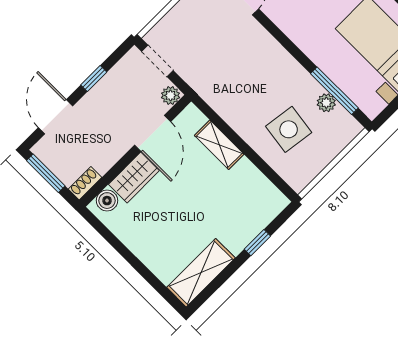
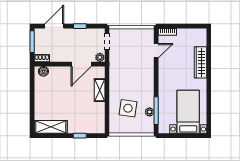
wardrobe: (134, 177) -> (60, 73), removed

